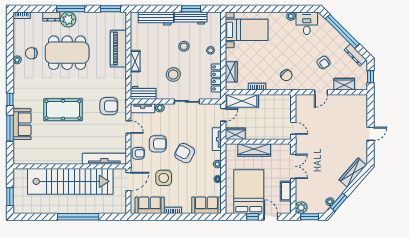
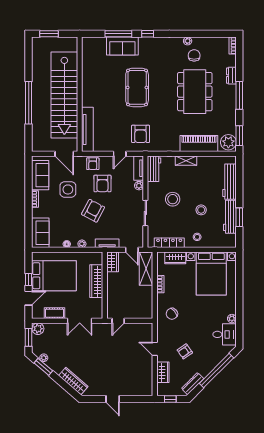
plant: (68, 19) -> (228, 142), moved
bed with nightstands: (247, 30) -> (211, 273), width x1.36

